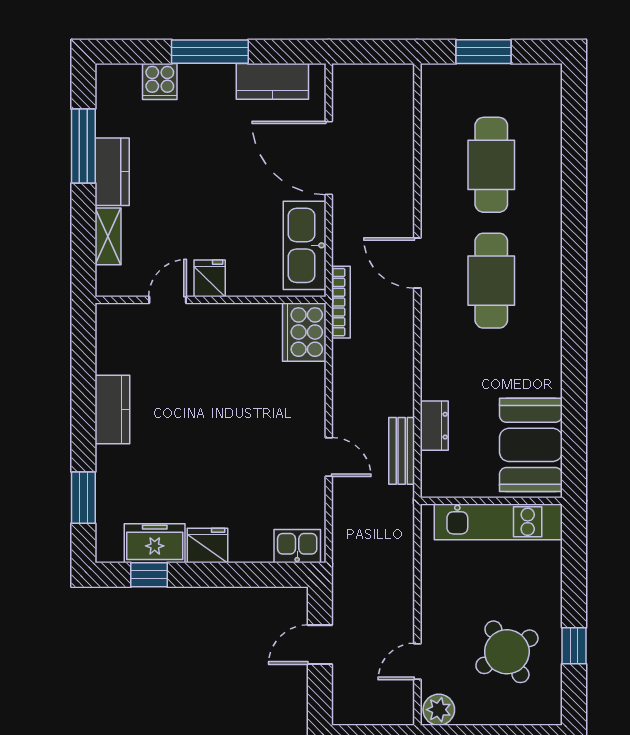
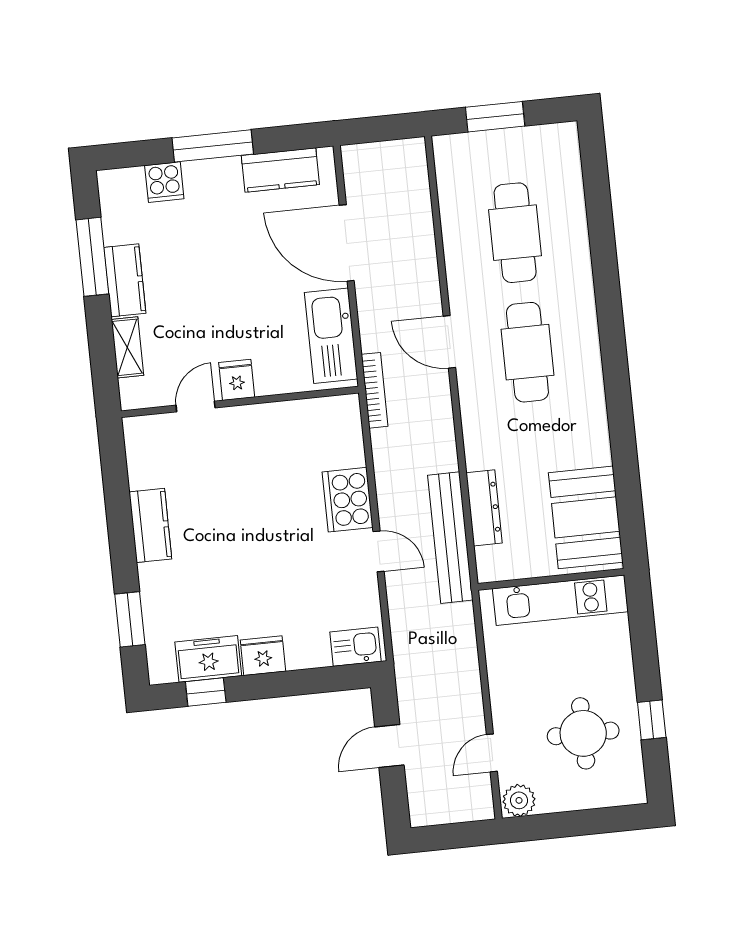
cooker: (304, 332) -> (348, 500), moved
dresser: (434, 426) -> (484, 508), width x1.44
bench: (402, 451) -> (450, 538), width x1.86, depth x1.21
round table: (507, 652) -> (583, 733), turned 31

